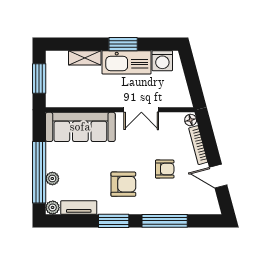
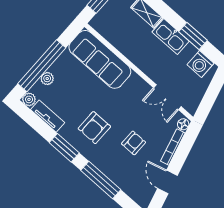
window: (123, 44) -> (193, 36), moved
kitchen sink: (126, 62) -> (171, 37), width x0.73, depth x0.81
double door: (141, 110) -> (167, 97), moved
armchair: (165, 169) -> (134, 143), turned -90
armchair: (123, 184) -> (94, 128), turned 90

